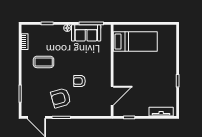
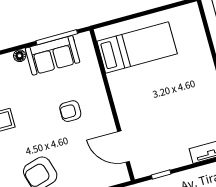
armchair: (80, 81) -> (70, 111), moved
door: (112, 96) -> (124, 147), swing flipped

